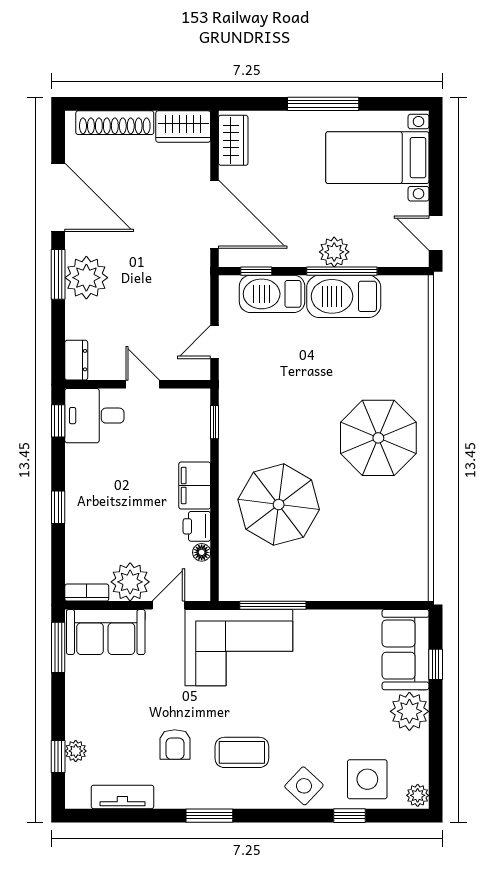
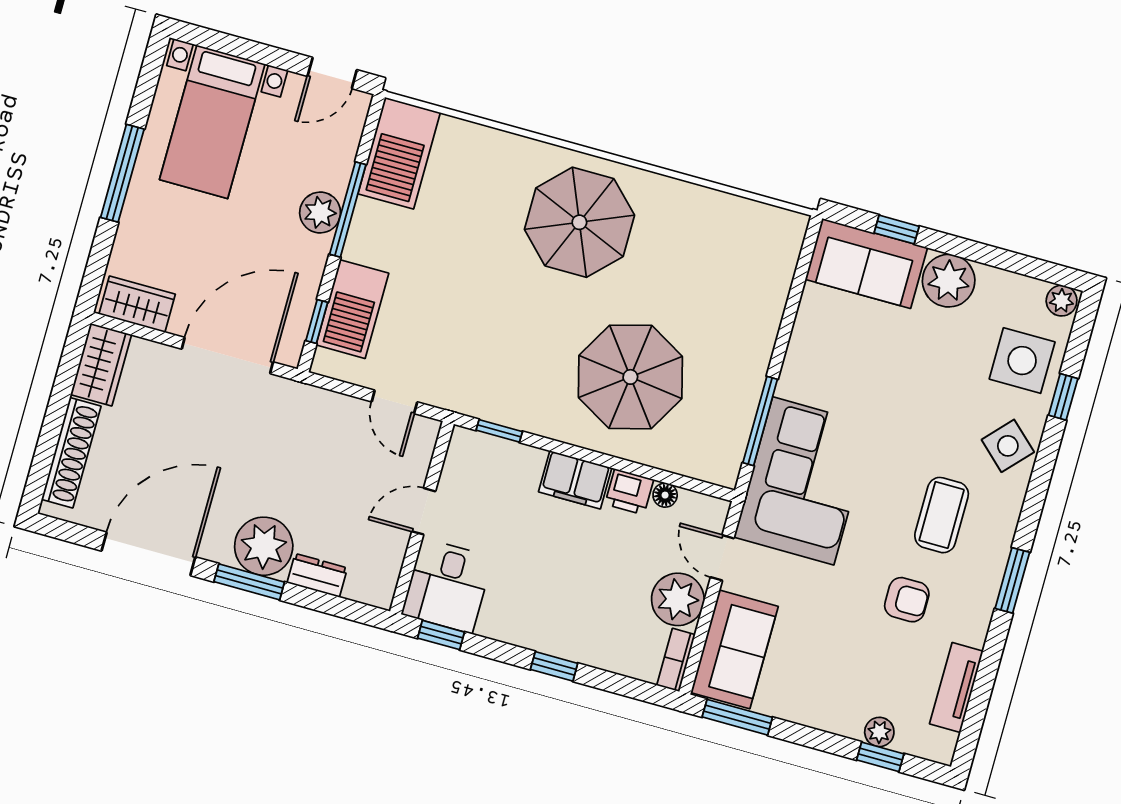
barbecue: (344, 296) -> (399, 153), moved
dresser: (76, 360) -> (317, 575), moved

